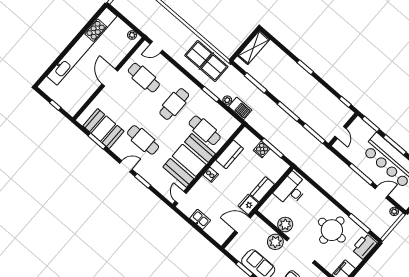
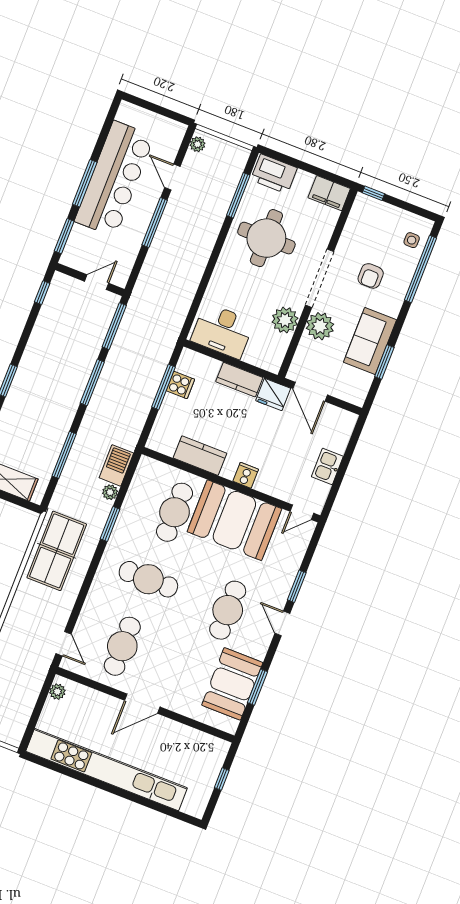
cooker: (262, 150) -> (180, 385), moved

